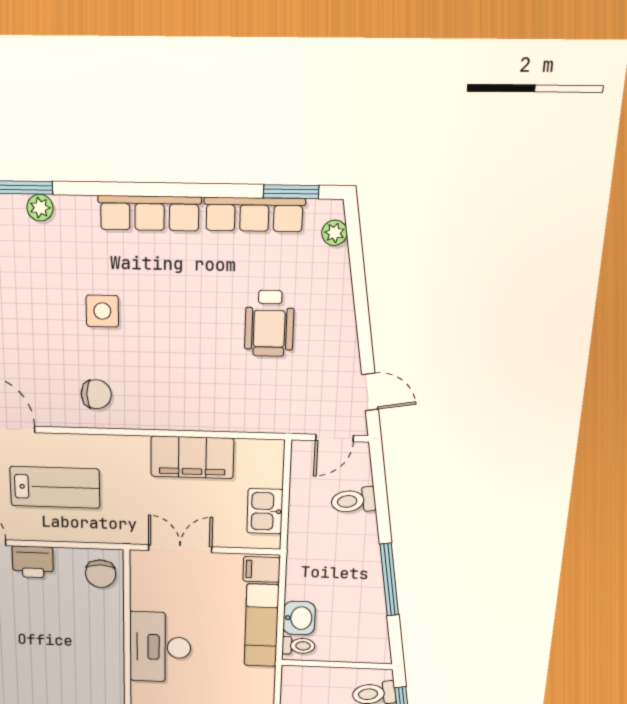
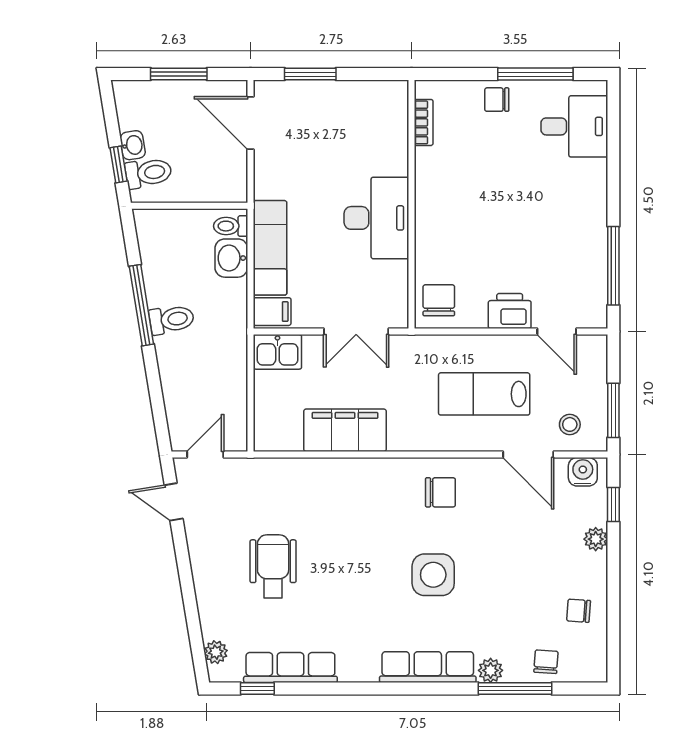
window: (291, 192) -> (257, 689), width x0.67
row of seats: (150, 213) -> (428, 667), moved
side table: (102, 311) -> (433, 575), width x1.37, depth x1.37
chair: (96, 394) -> (440, 492), turned 180
toilet: (353, 501) -> (172, 320), moved
kitchen sink: (265, 511) -> (277, 352), moved, turned 90

